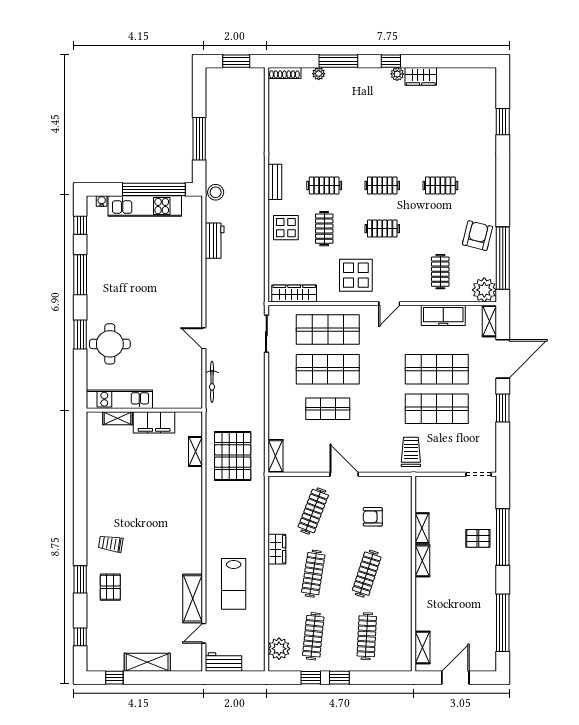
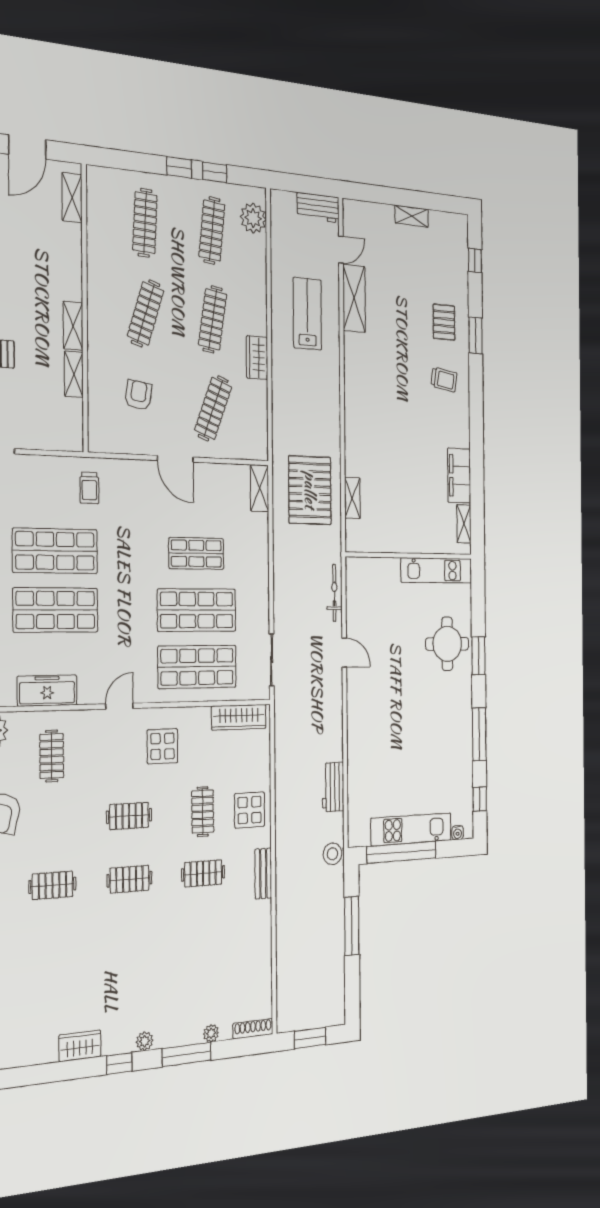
plant: (397, 74) -> (145, 1041), moved
display table: (356, 275) -> (162, 746), width x0.73, depth x0.73
shelving: (118, 418) -> (464, 524), moved, turned 90
filing cabinet: (154, 422) -> (459, 476), moved, turned -90
trolley: (411, 452) -> (89, 488), width x0.73, depth x0.72
armchair: (373, 517) -> (138, 395), turned -82
shelving: (147, 662) -> (412, 216), width x0.67, depth x0.75
window: (114, 678) -> (439, 202), removed

